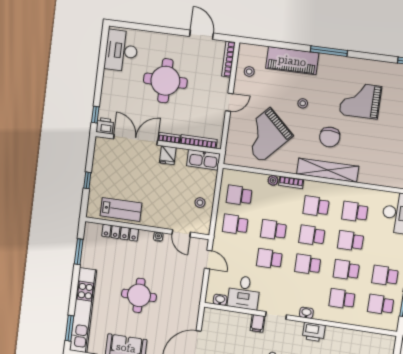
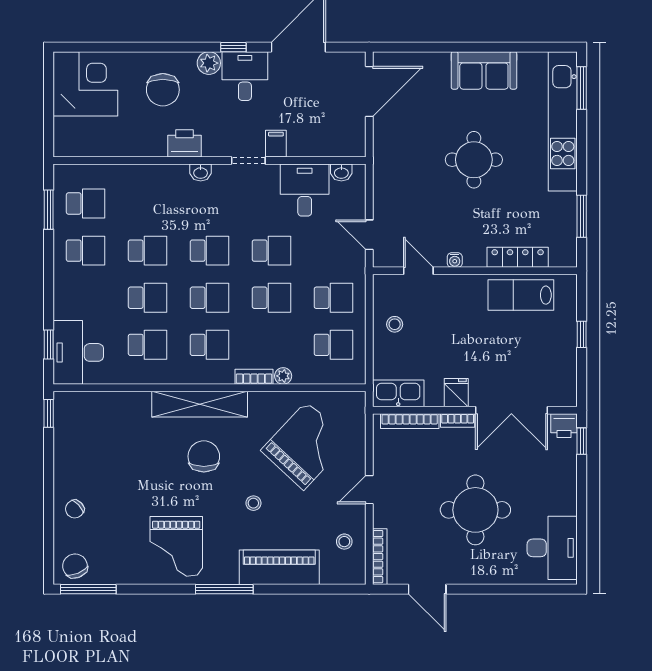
grand piano: (360, 100) -> (176, 546), moved, turned 90
school desk: (342, 299) -> (148, 204), removed

